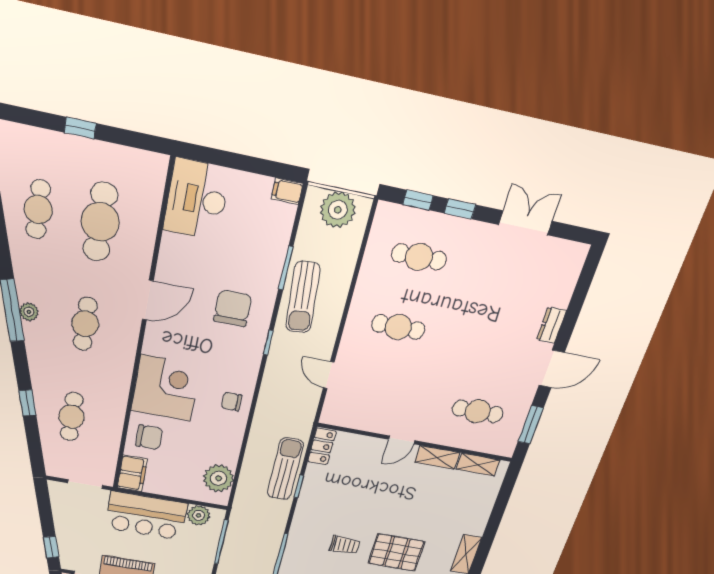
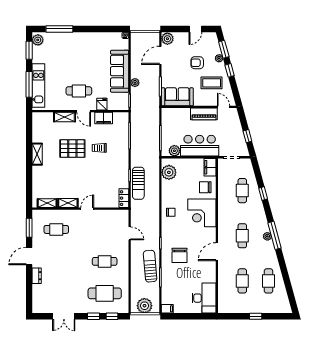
cafe table: (100, 222) -> (242, 281), width x0.73, depth x0.74
cafe table: (419, 257) -> (105, 293), width x1.37, depth x1.35
window: (51, 547) -> (247, 136), moved

